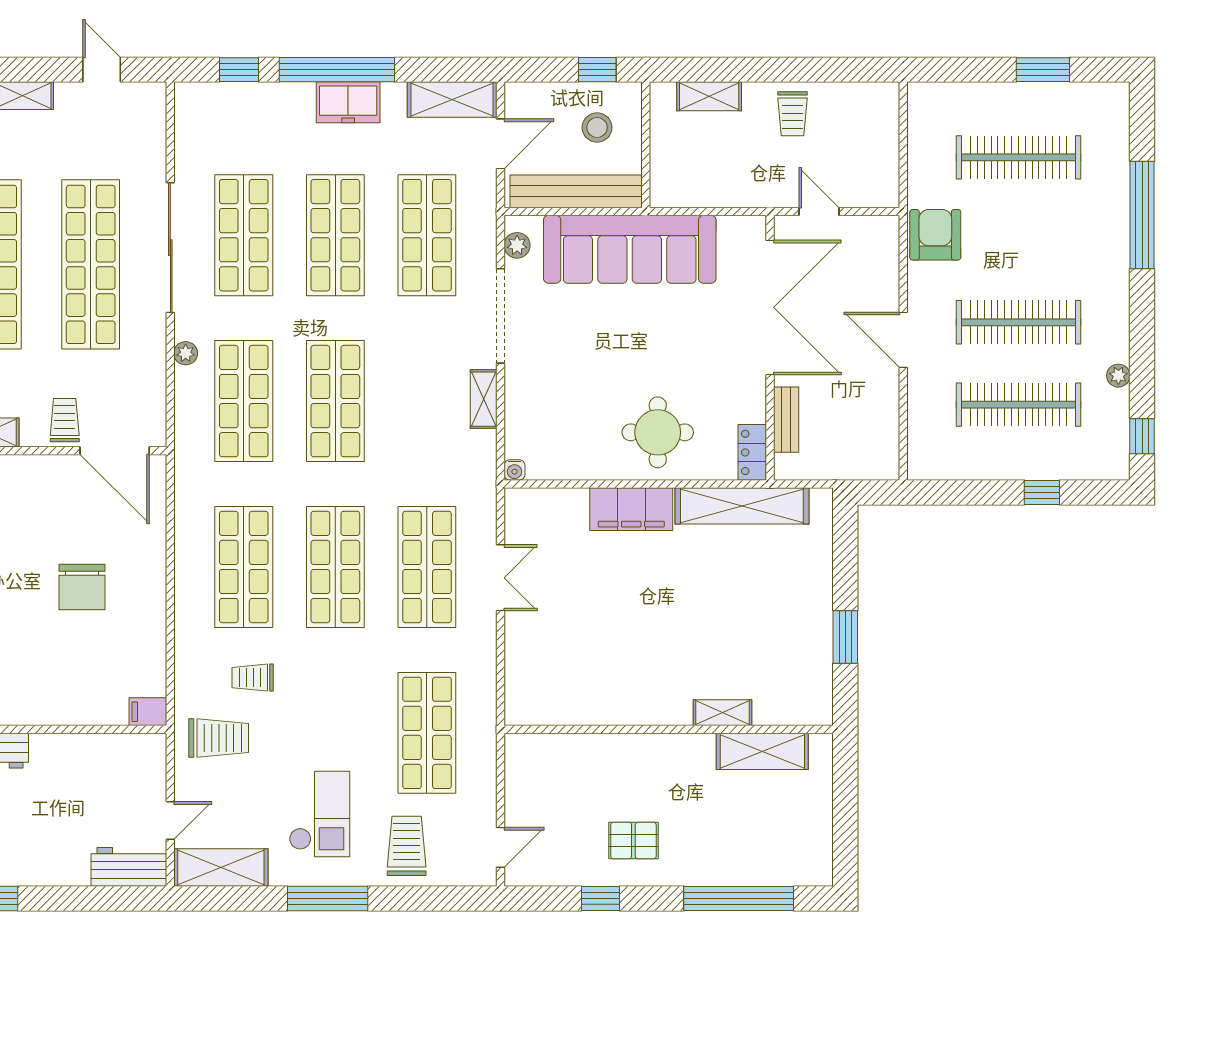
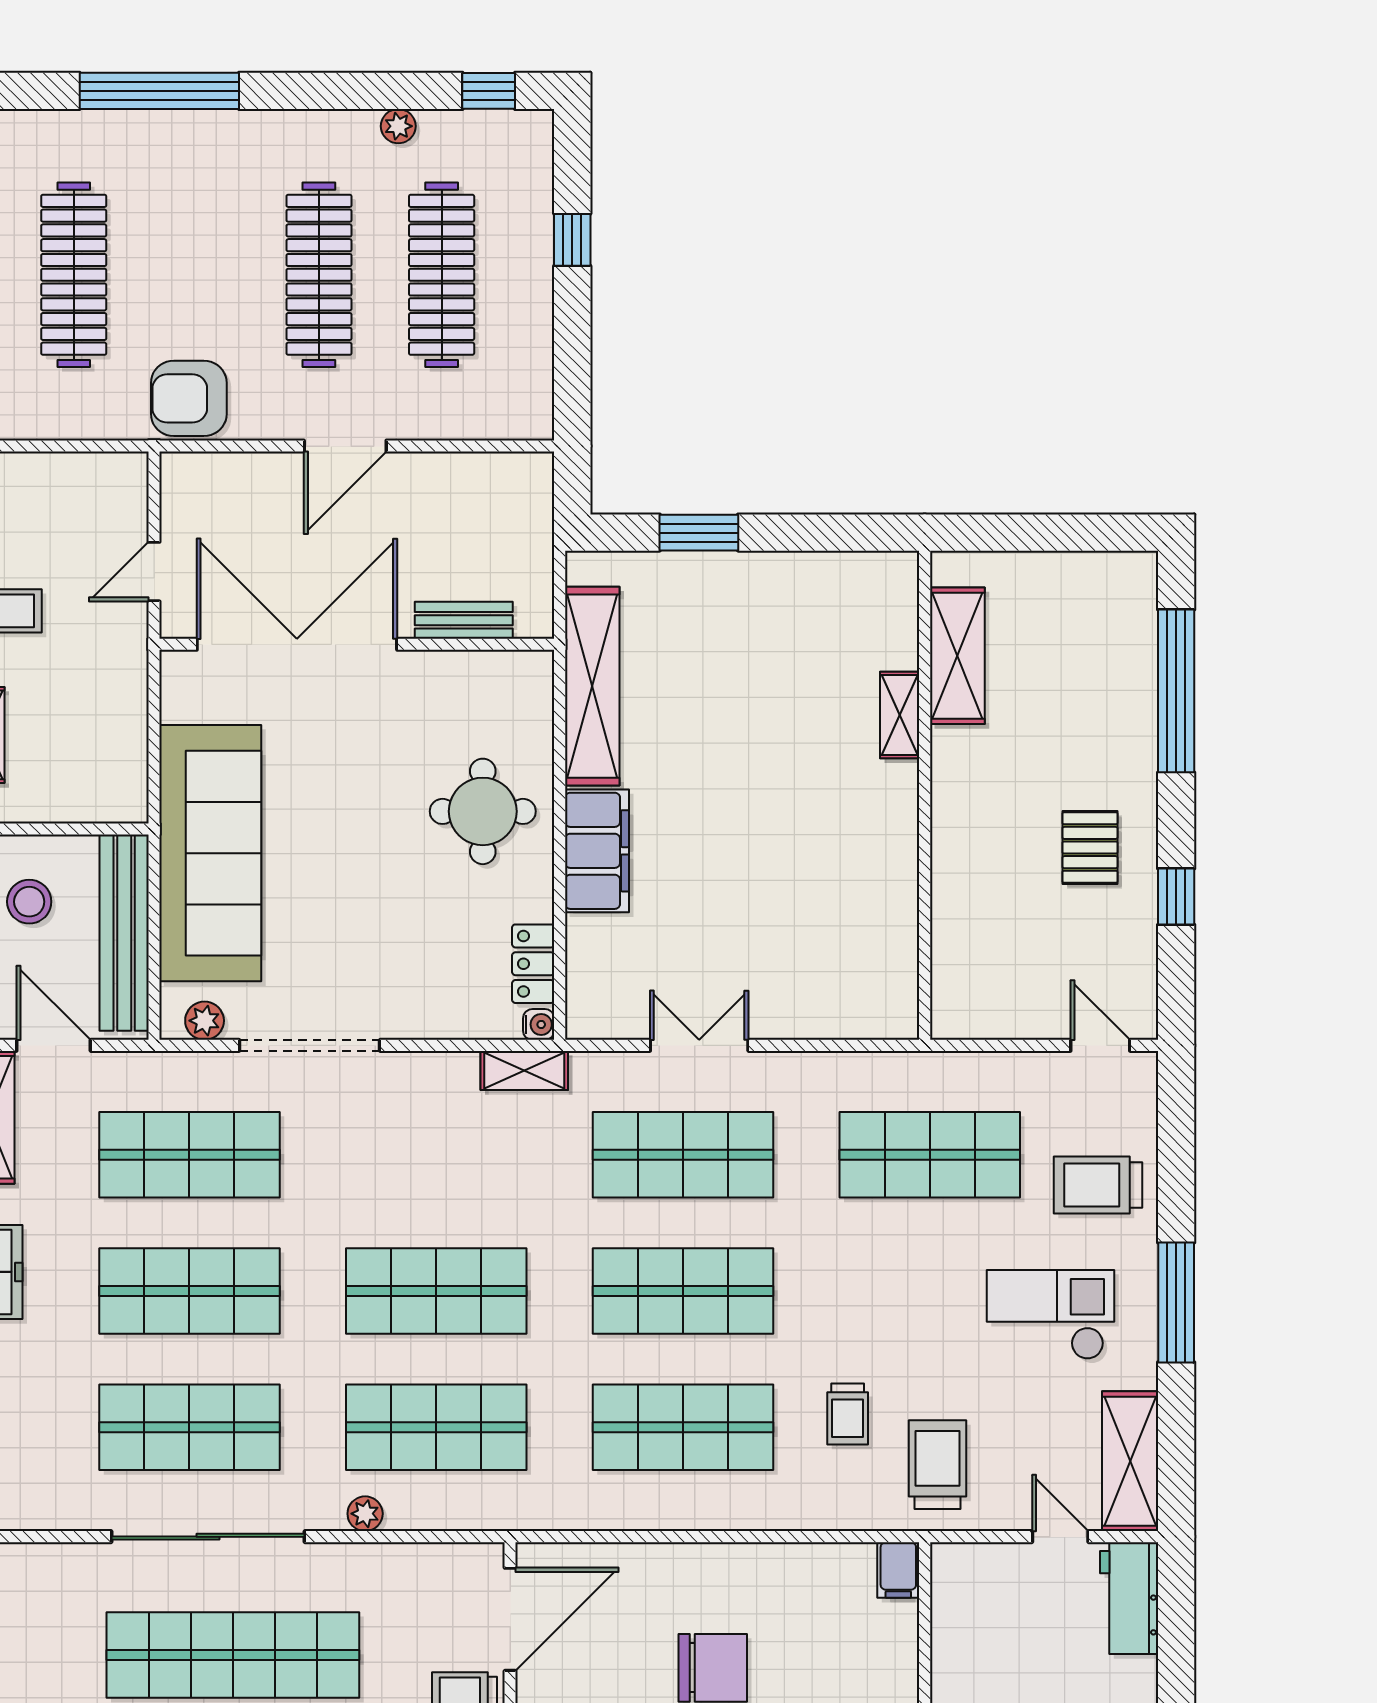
shelving: (484, 399) -> (524, 1070), moved
locker: (752, 452) -> (533, 964), moved, turned 90
window: (845, 637) -> (699, 533), moved

